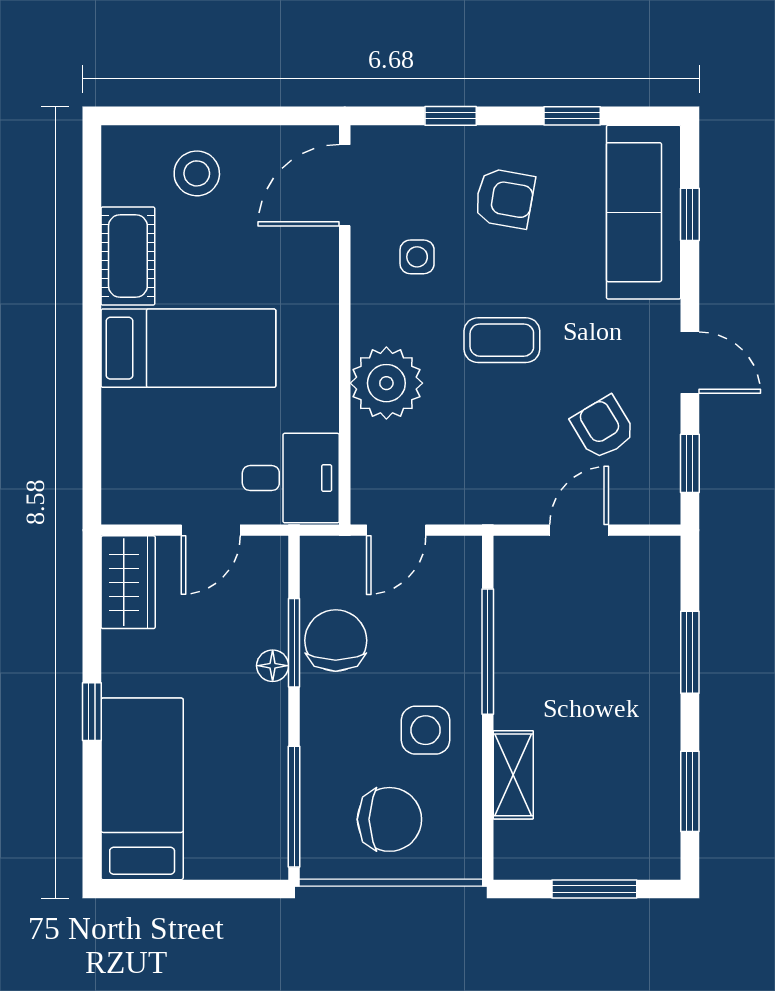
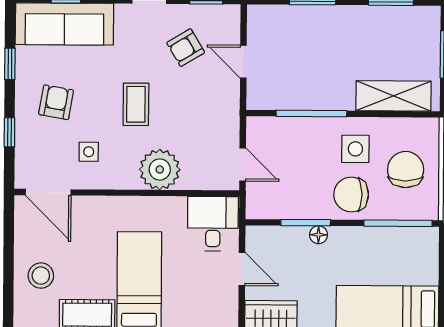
chair: (336, 640) -> (351, 195), moved
shelving: (513, 775) -> (393, 96), width x1.50, depth x1.33

